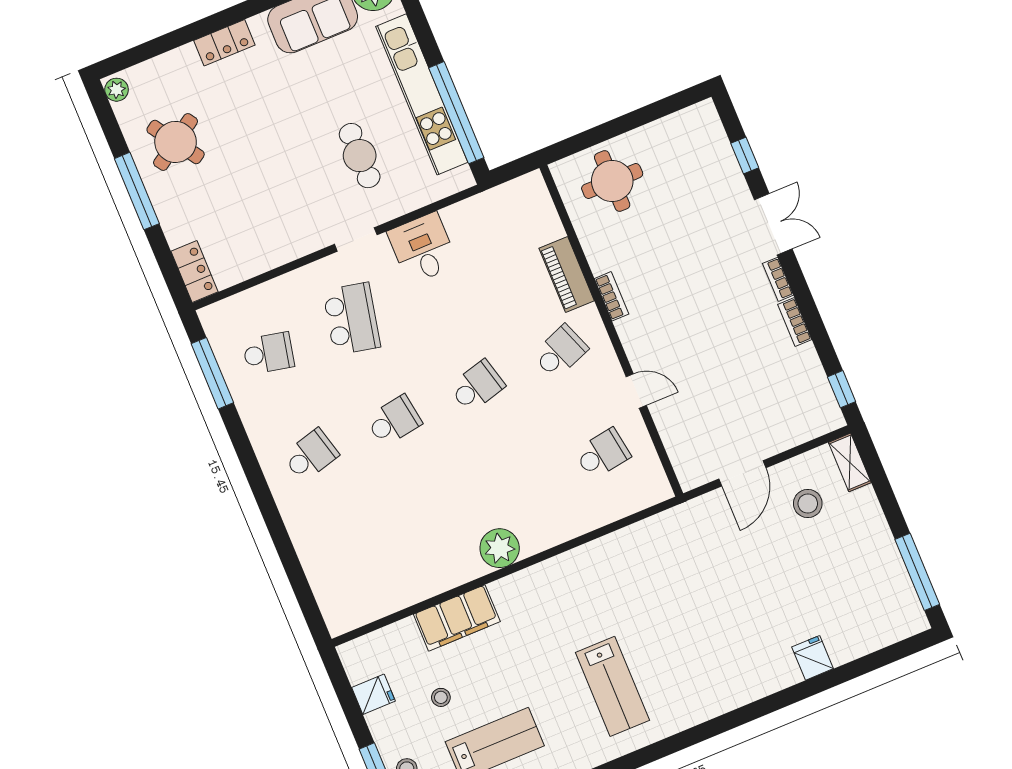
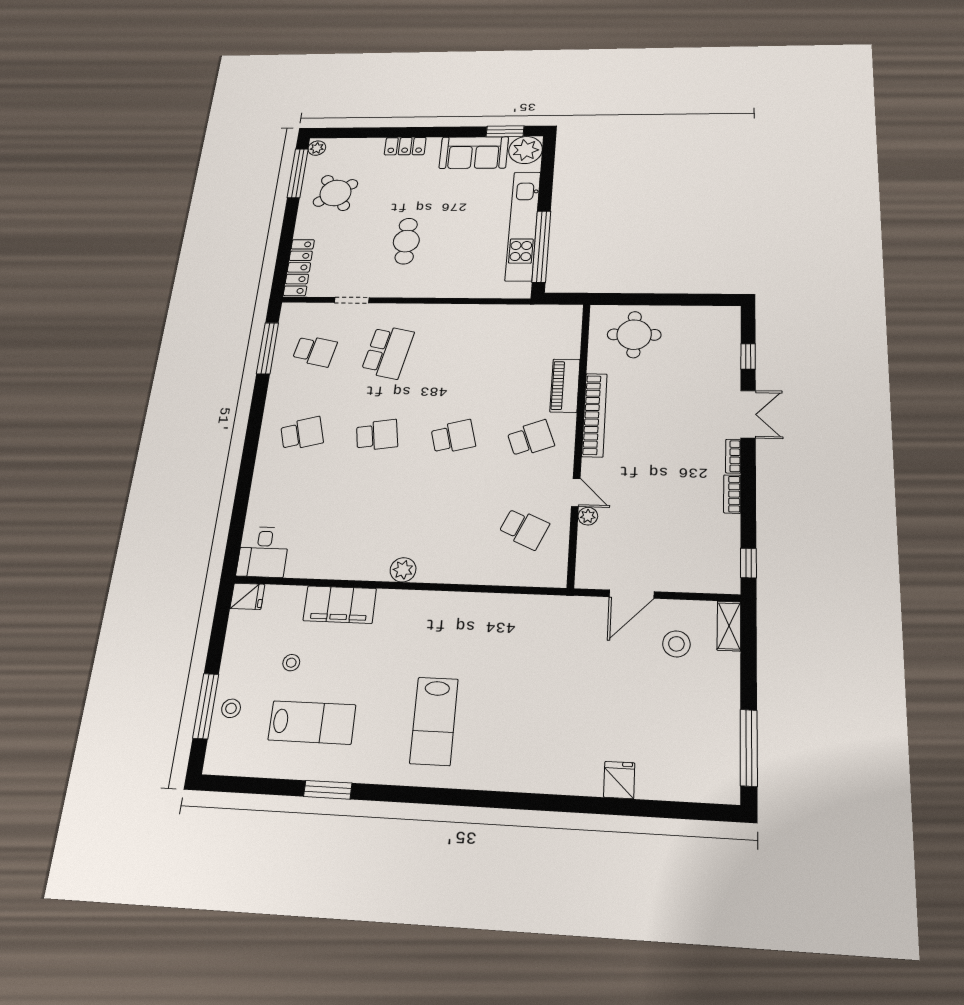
cafe table: (360, 156) -> (406, 241), moved
window: (137, 191) -> (298, 173), moved
doorway: (356, 239) -> (352, 300), moved
desk: (423, 248) -> (263, 552), moved, turned 180
locker: (195, 272) -> (299, 267), width x1.53
bookcase: (612, 296) -> (594, 415), width x2.31, depth x1.31
plant: (661, 411) -> (588, 516), added
school desk: (602, 454) -> (524, 529), turned 33
plant: (500, 548) -> (403, 570), width x0.73, depth x0.73
fridge: (373, 694) -> (247, 596), moved

